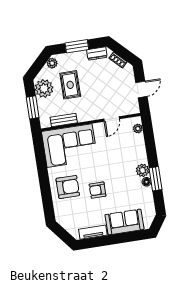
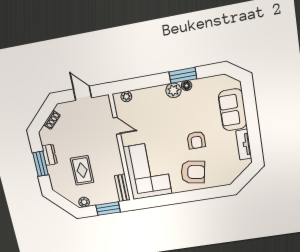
dresser: (97, 54) -> (49, 155), moved
plant: (52, 63) -> (60, 189), removed
rug: (70, 85) -> (82, 170), turned 90
plant: (44, 89) -> (84, 202), width x0.53, depth x0.53
bench: (64, 120) -> (122, 188), moved
armchair: (68, 187) -> (193, 172), turned 100

